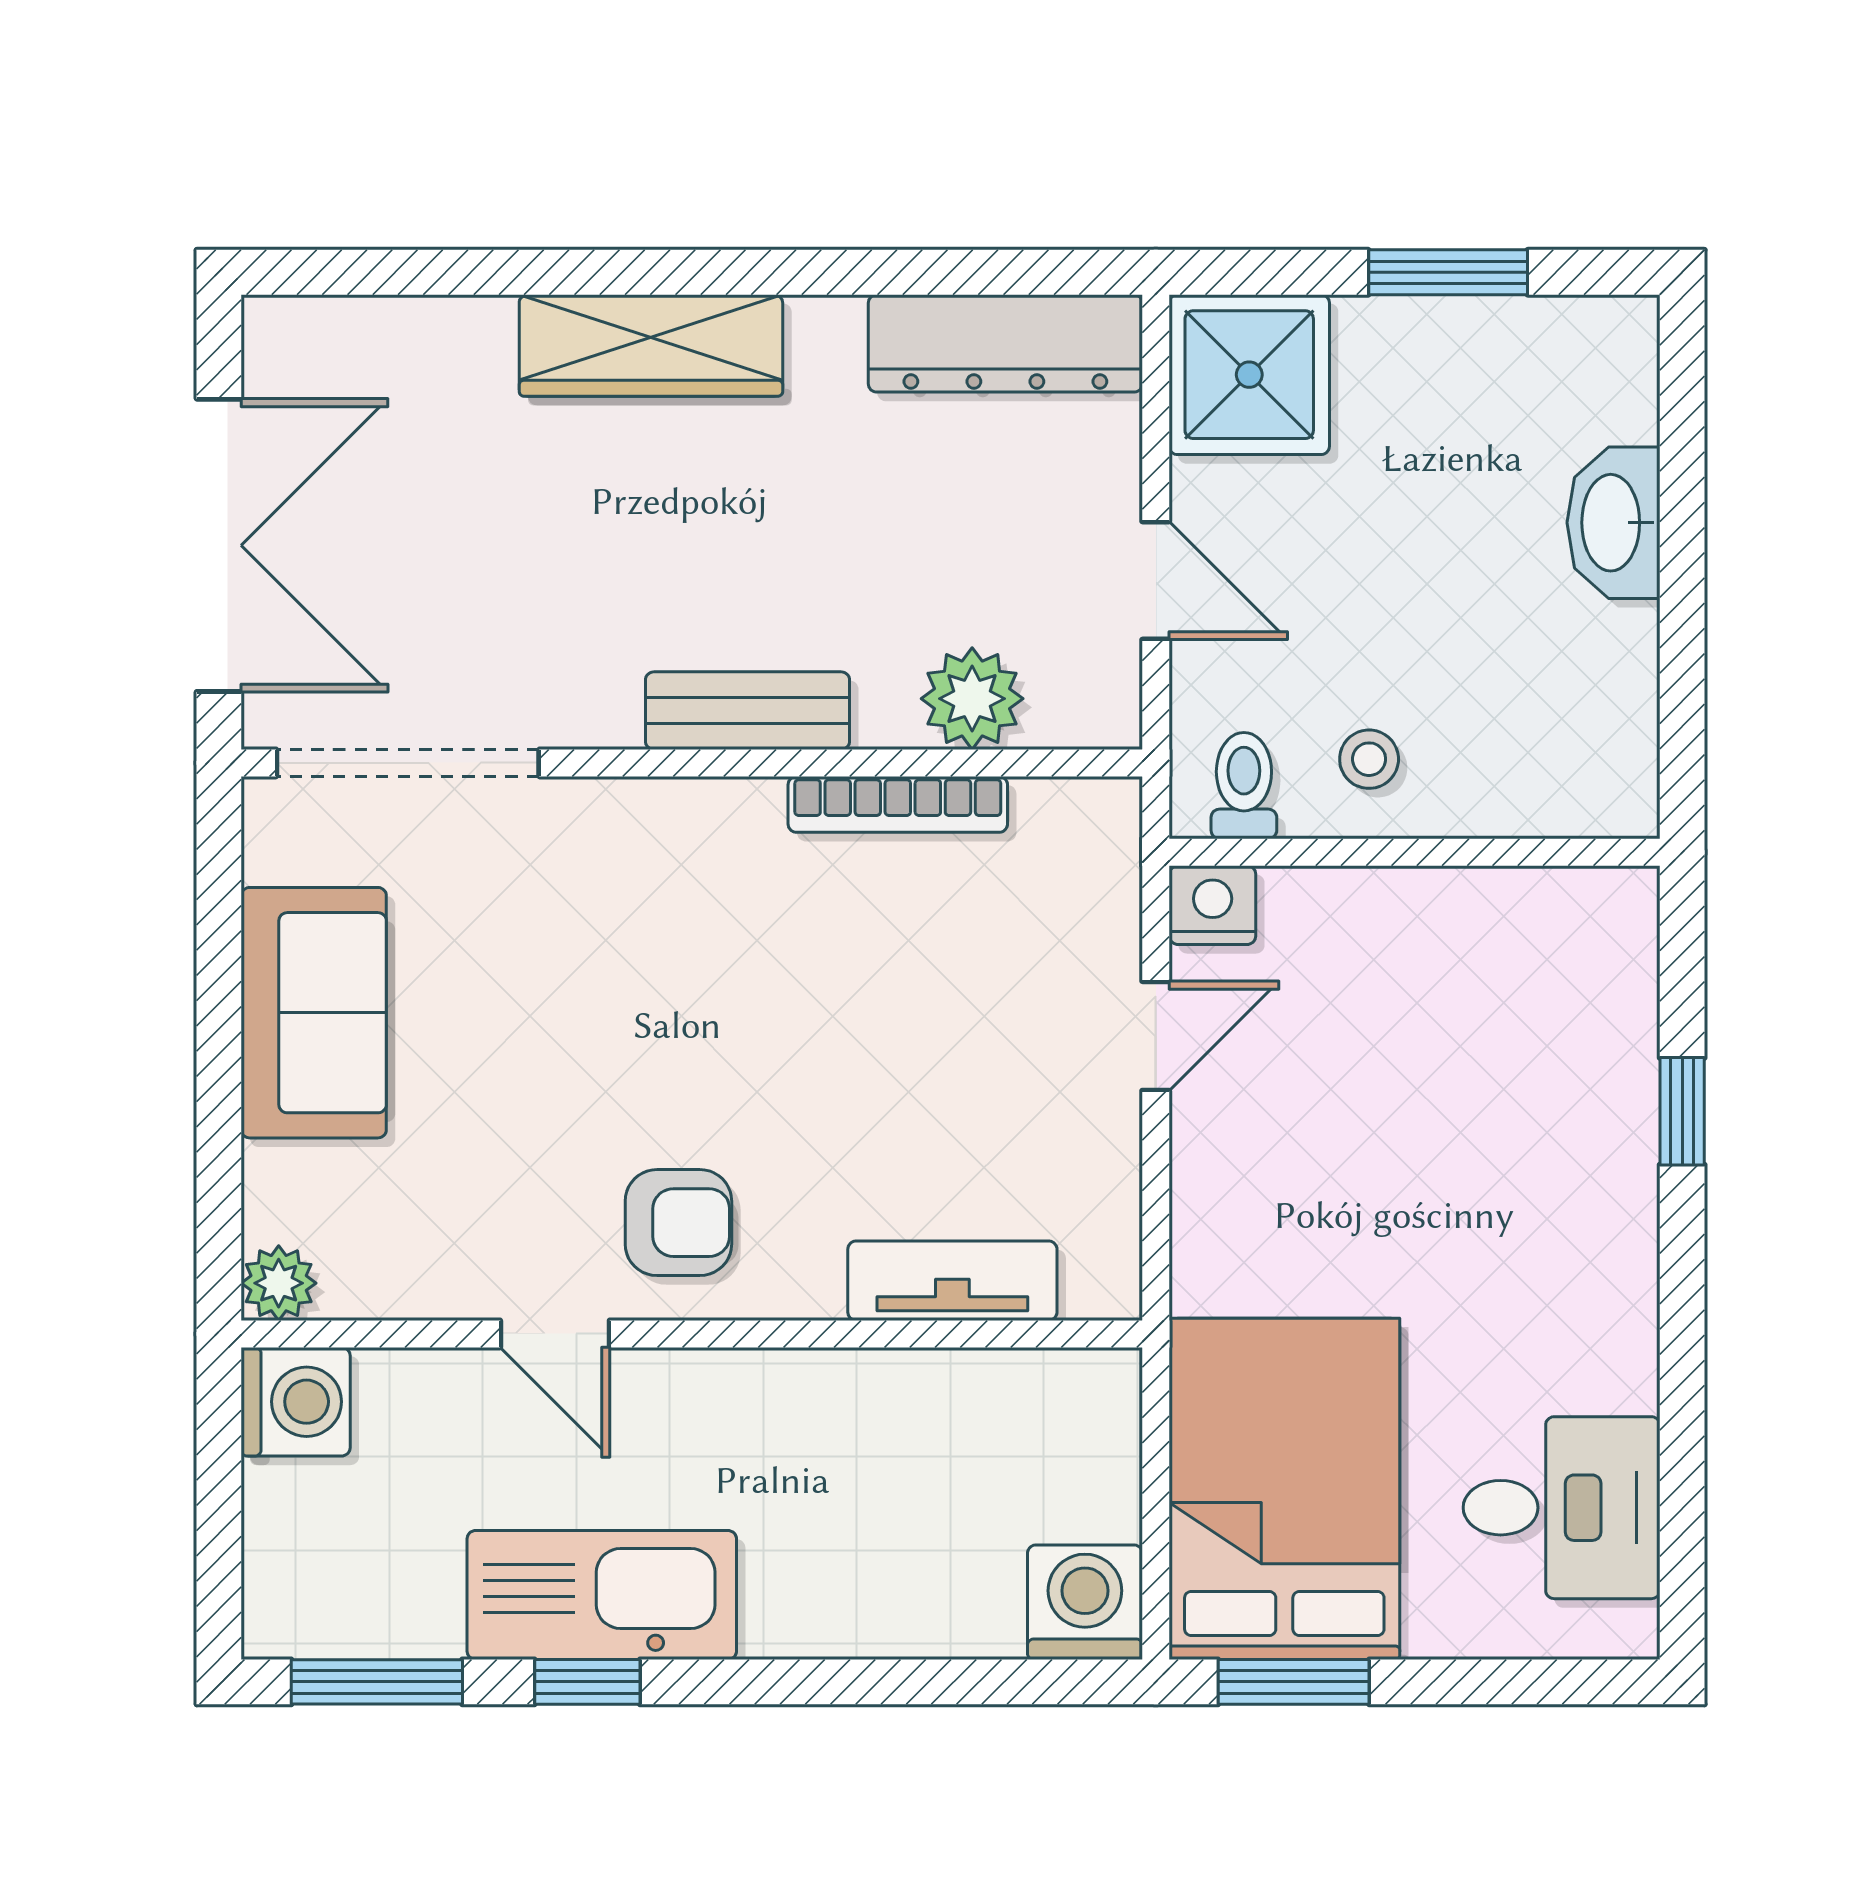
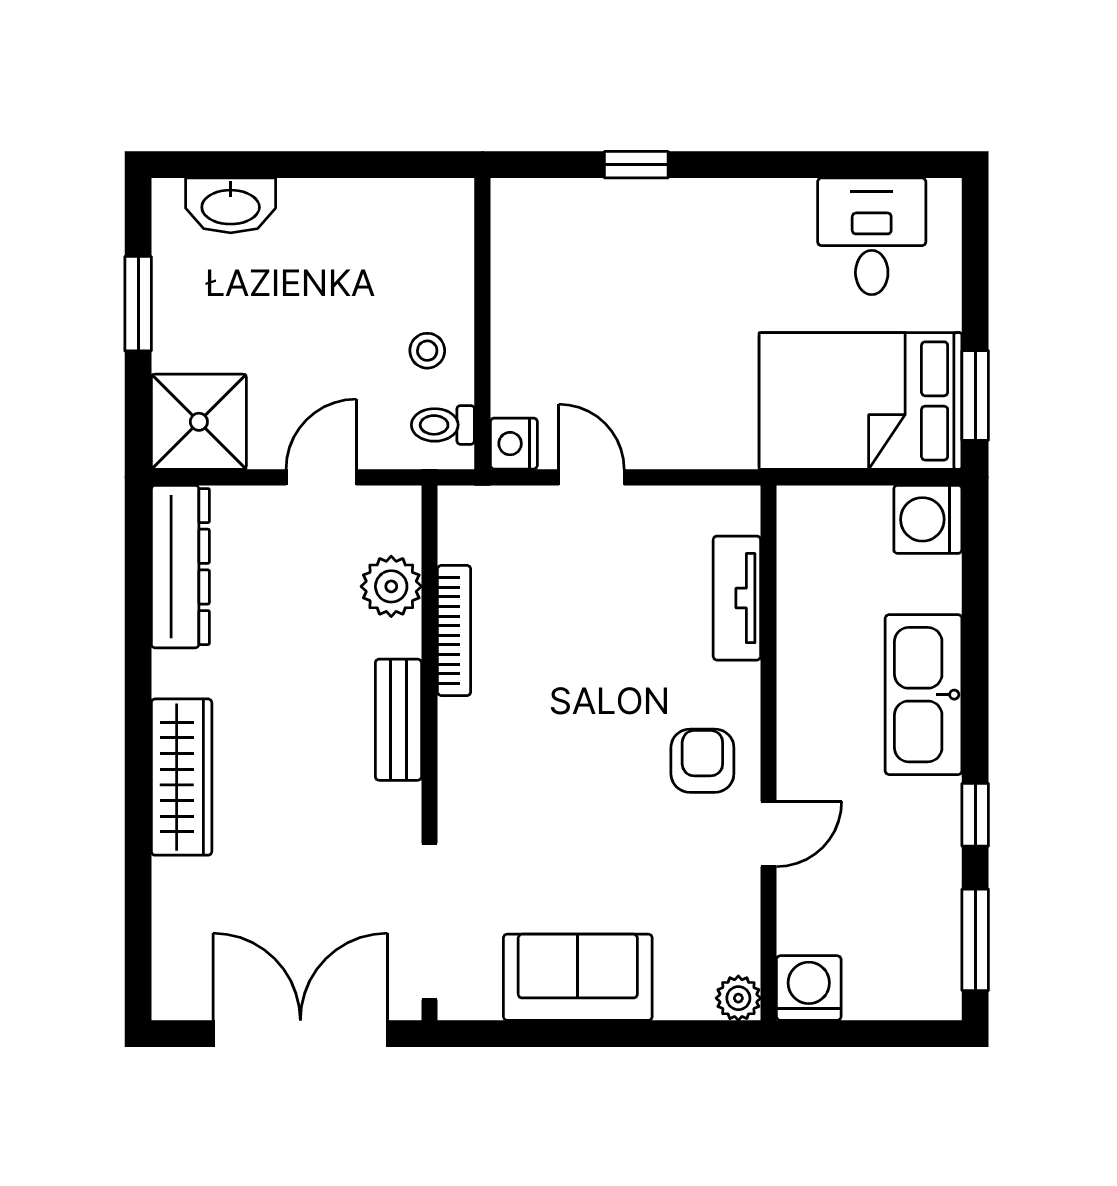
washbasin: (1613, 523) -> (231, 205), moved
kitchen sink: (602, 1595) -> (924, 695), moved

